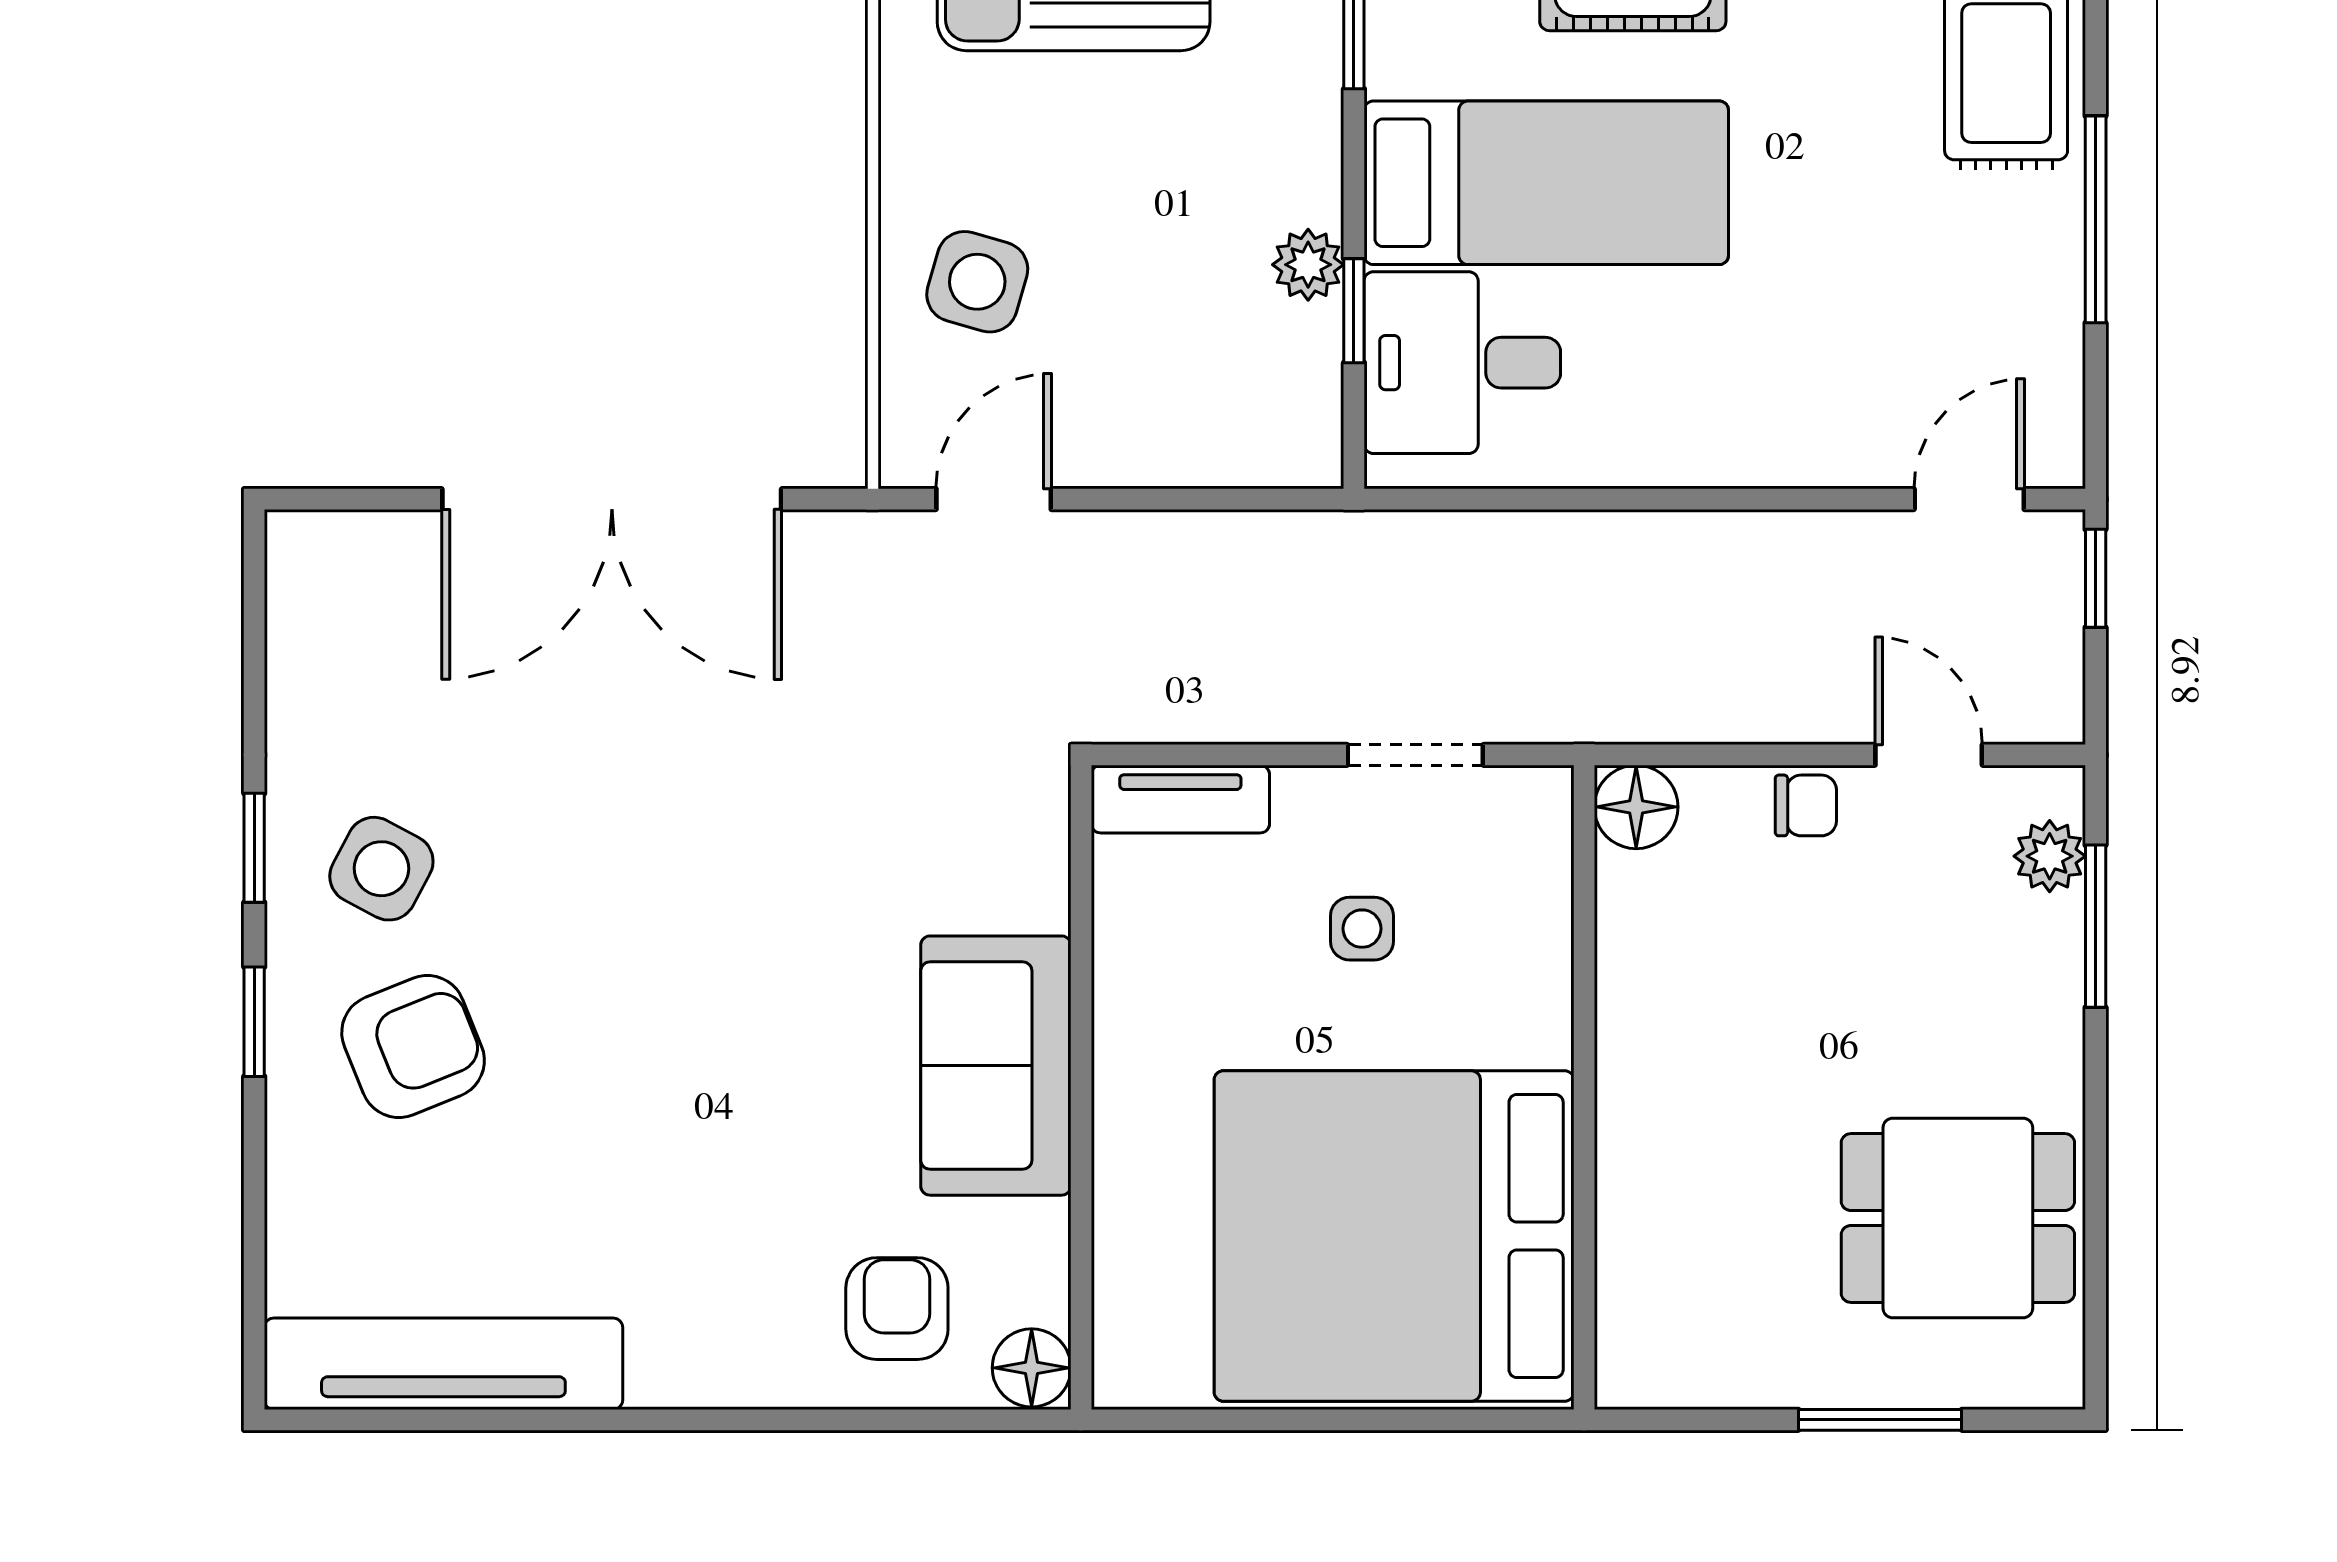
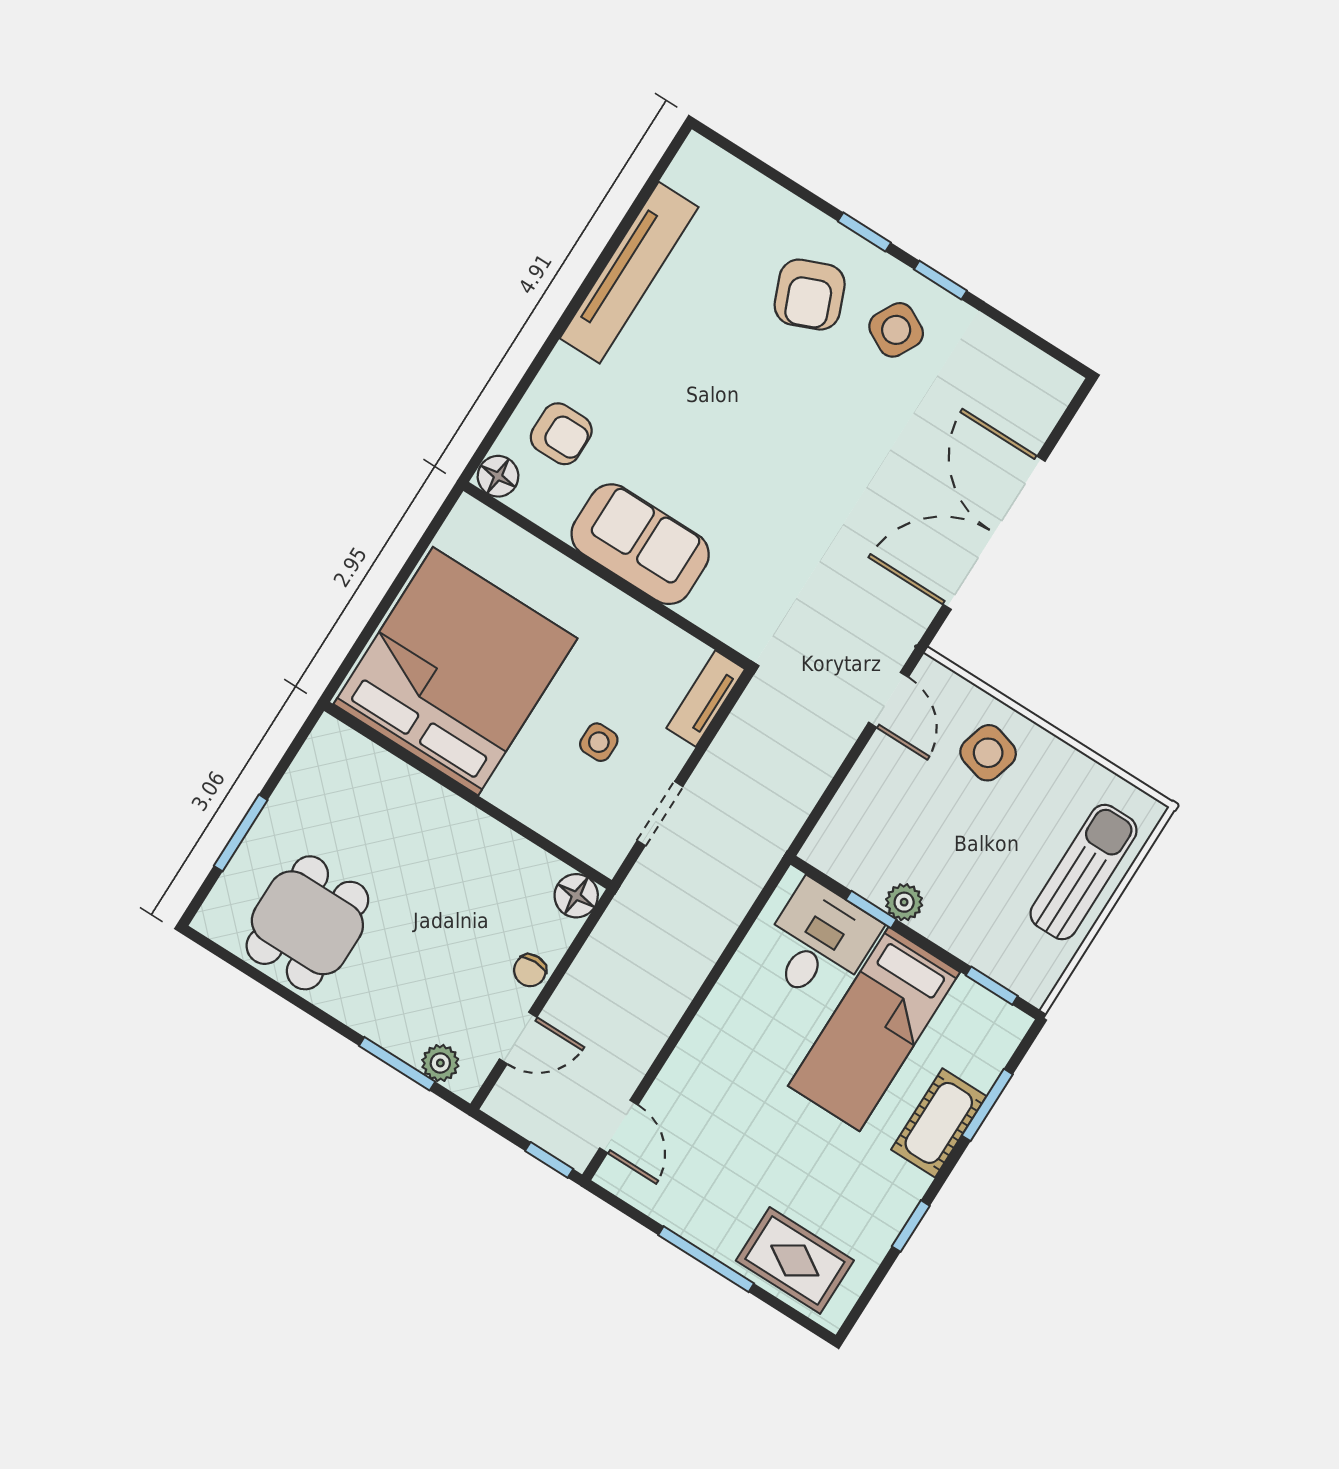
tv unit: (443, 1364) -> (629, 273), moved

